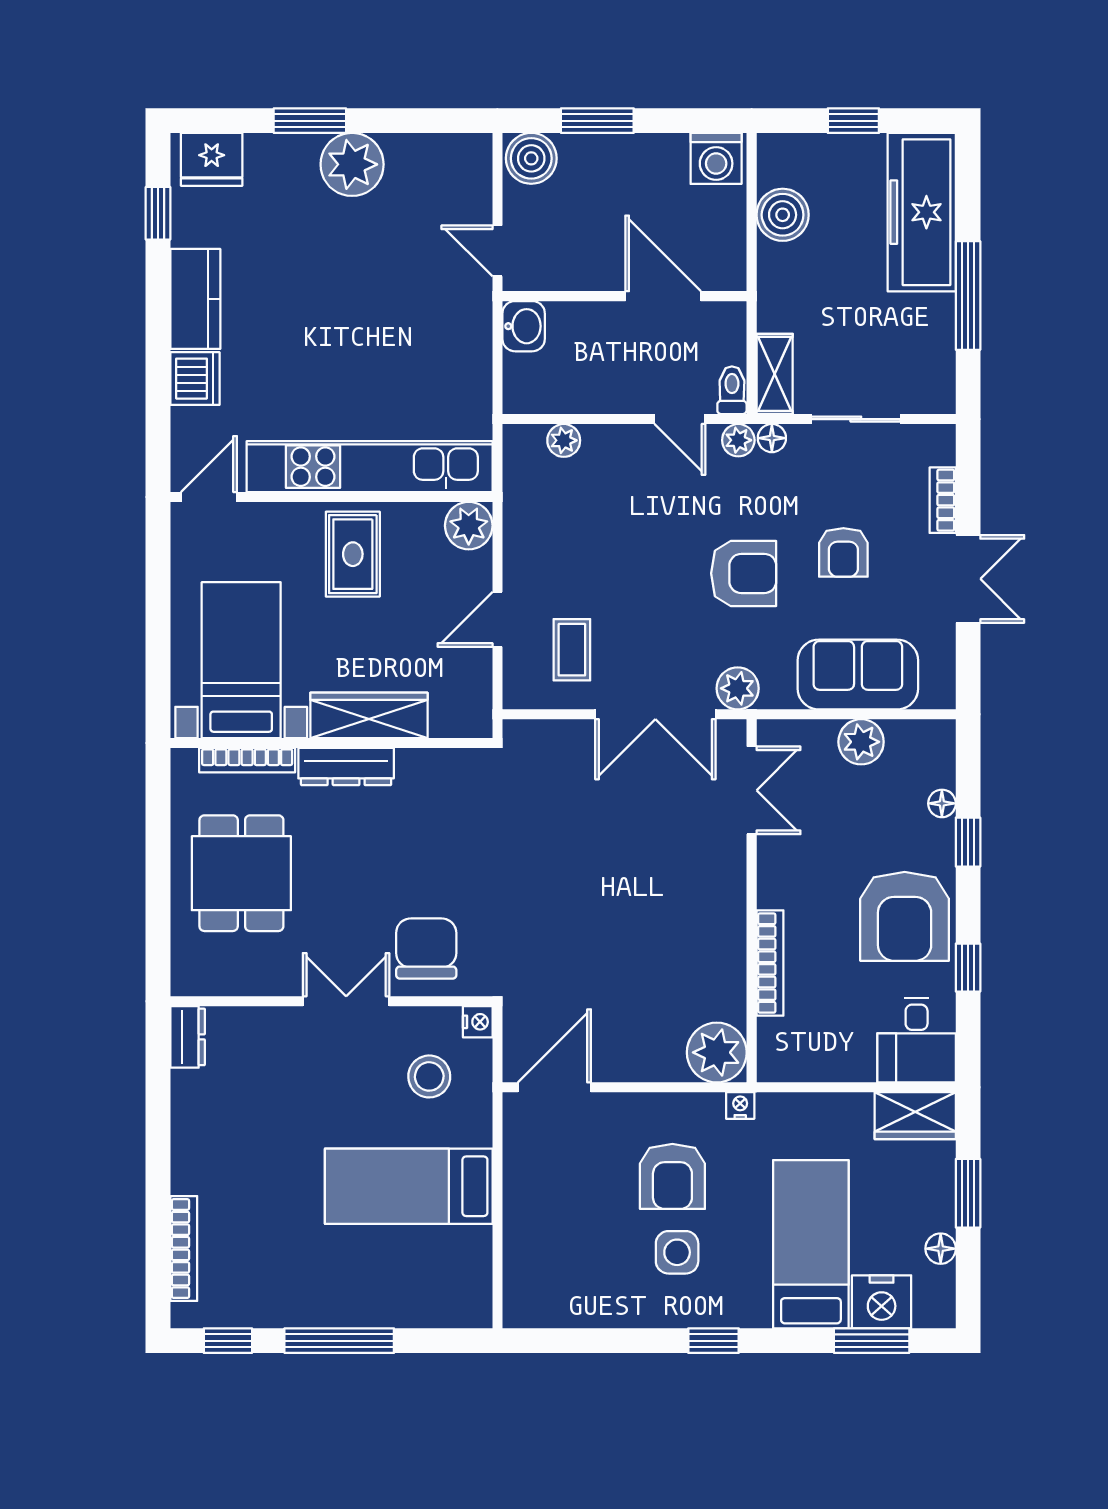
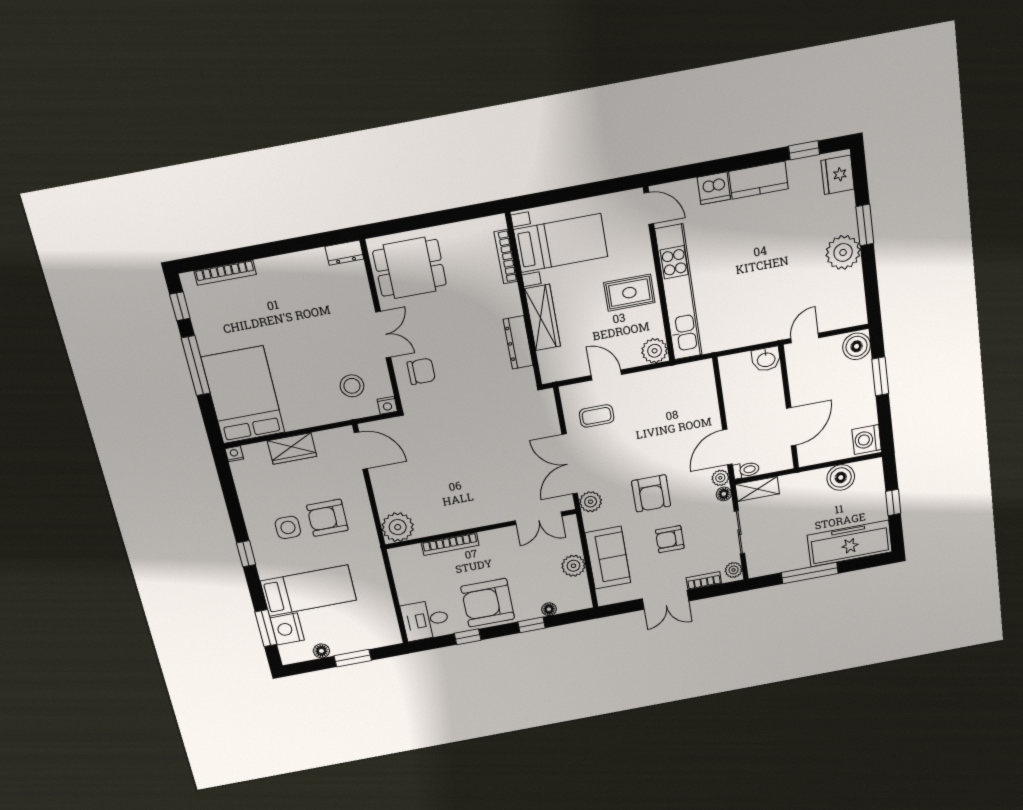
door: (680, 419) -> (727, 447), width x1.37
plant: (564, 440) -> (734, 570), moved
dresser: (346, 767) -> (518, 342), moved
dining table: (241, 873) -> (410, 268), moved
chair: (426, 949) -> (421, 371), width x0.73, depth x0.73
nightstand: (740, 1106) -> (234, 454), moved, turned -90
wardrobe: (915, 1116) -> (292, 448), moved, turned -90
bed: (409, 1186) -> (243, 395), moved, width x1.50

